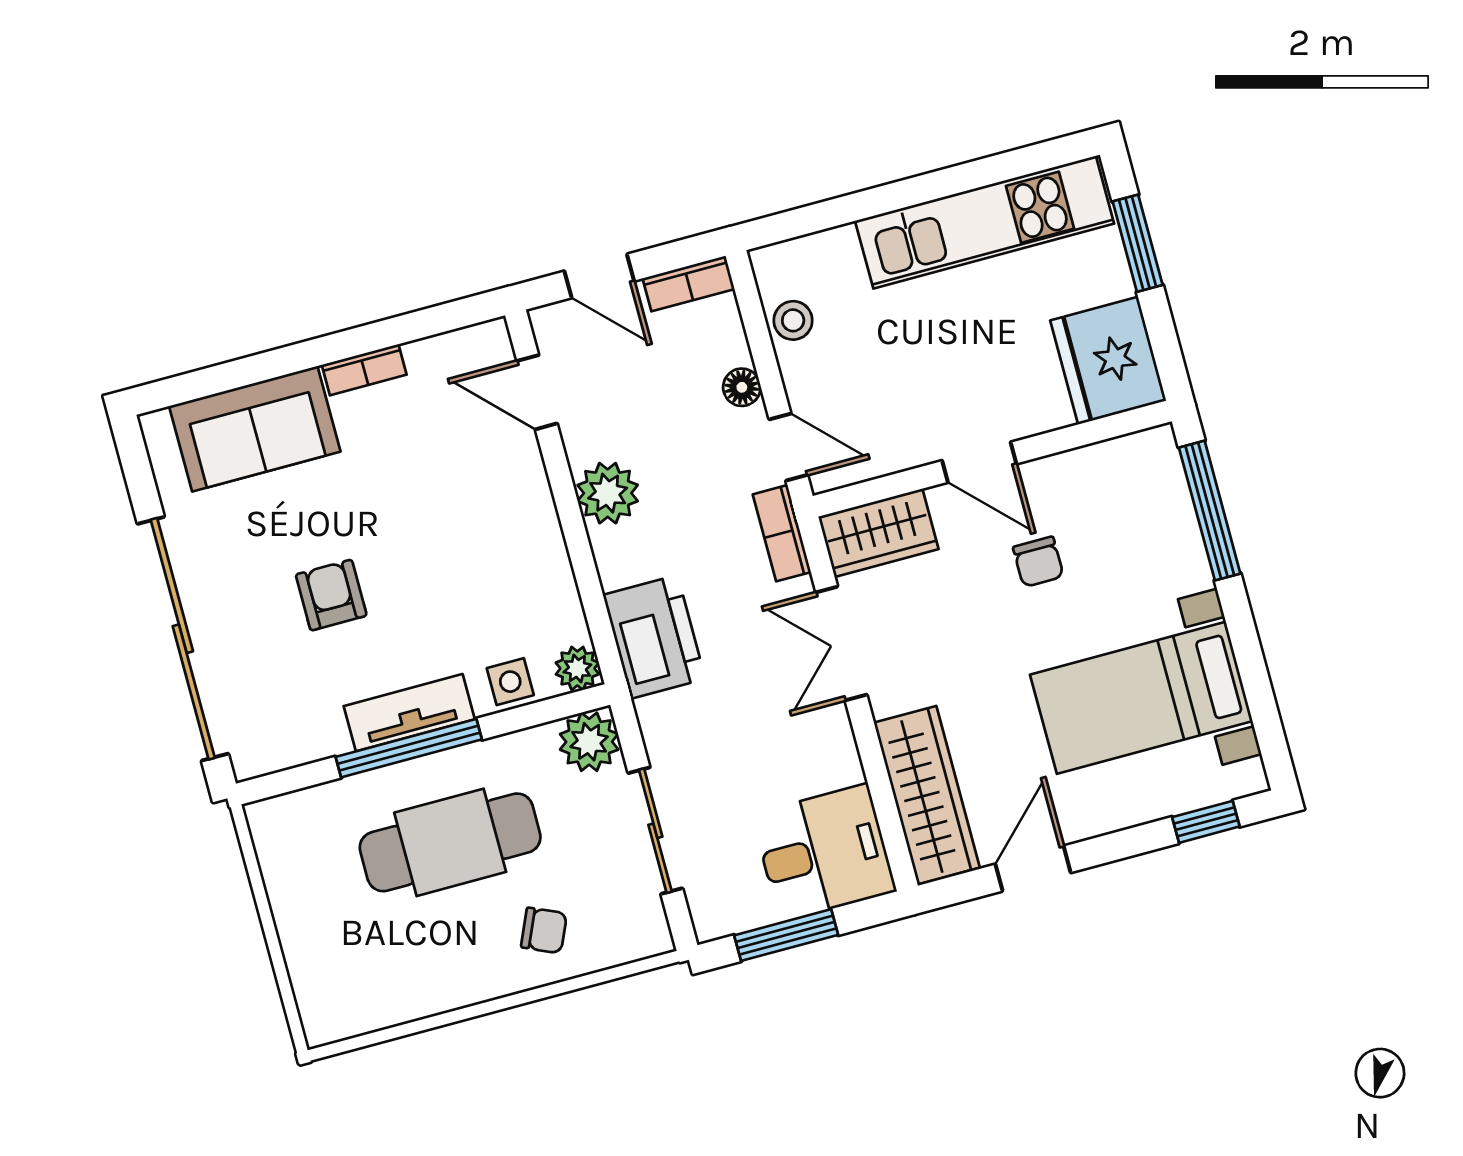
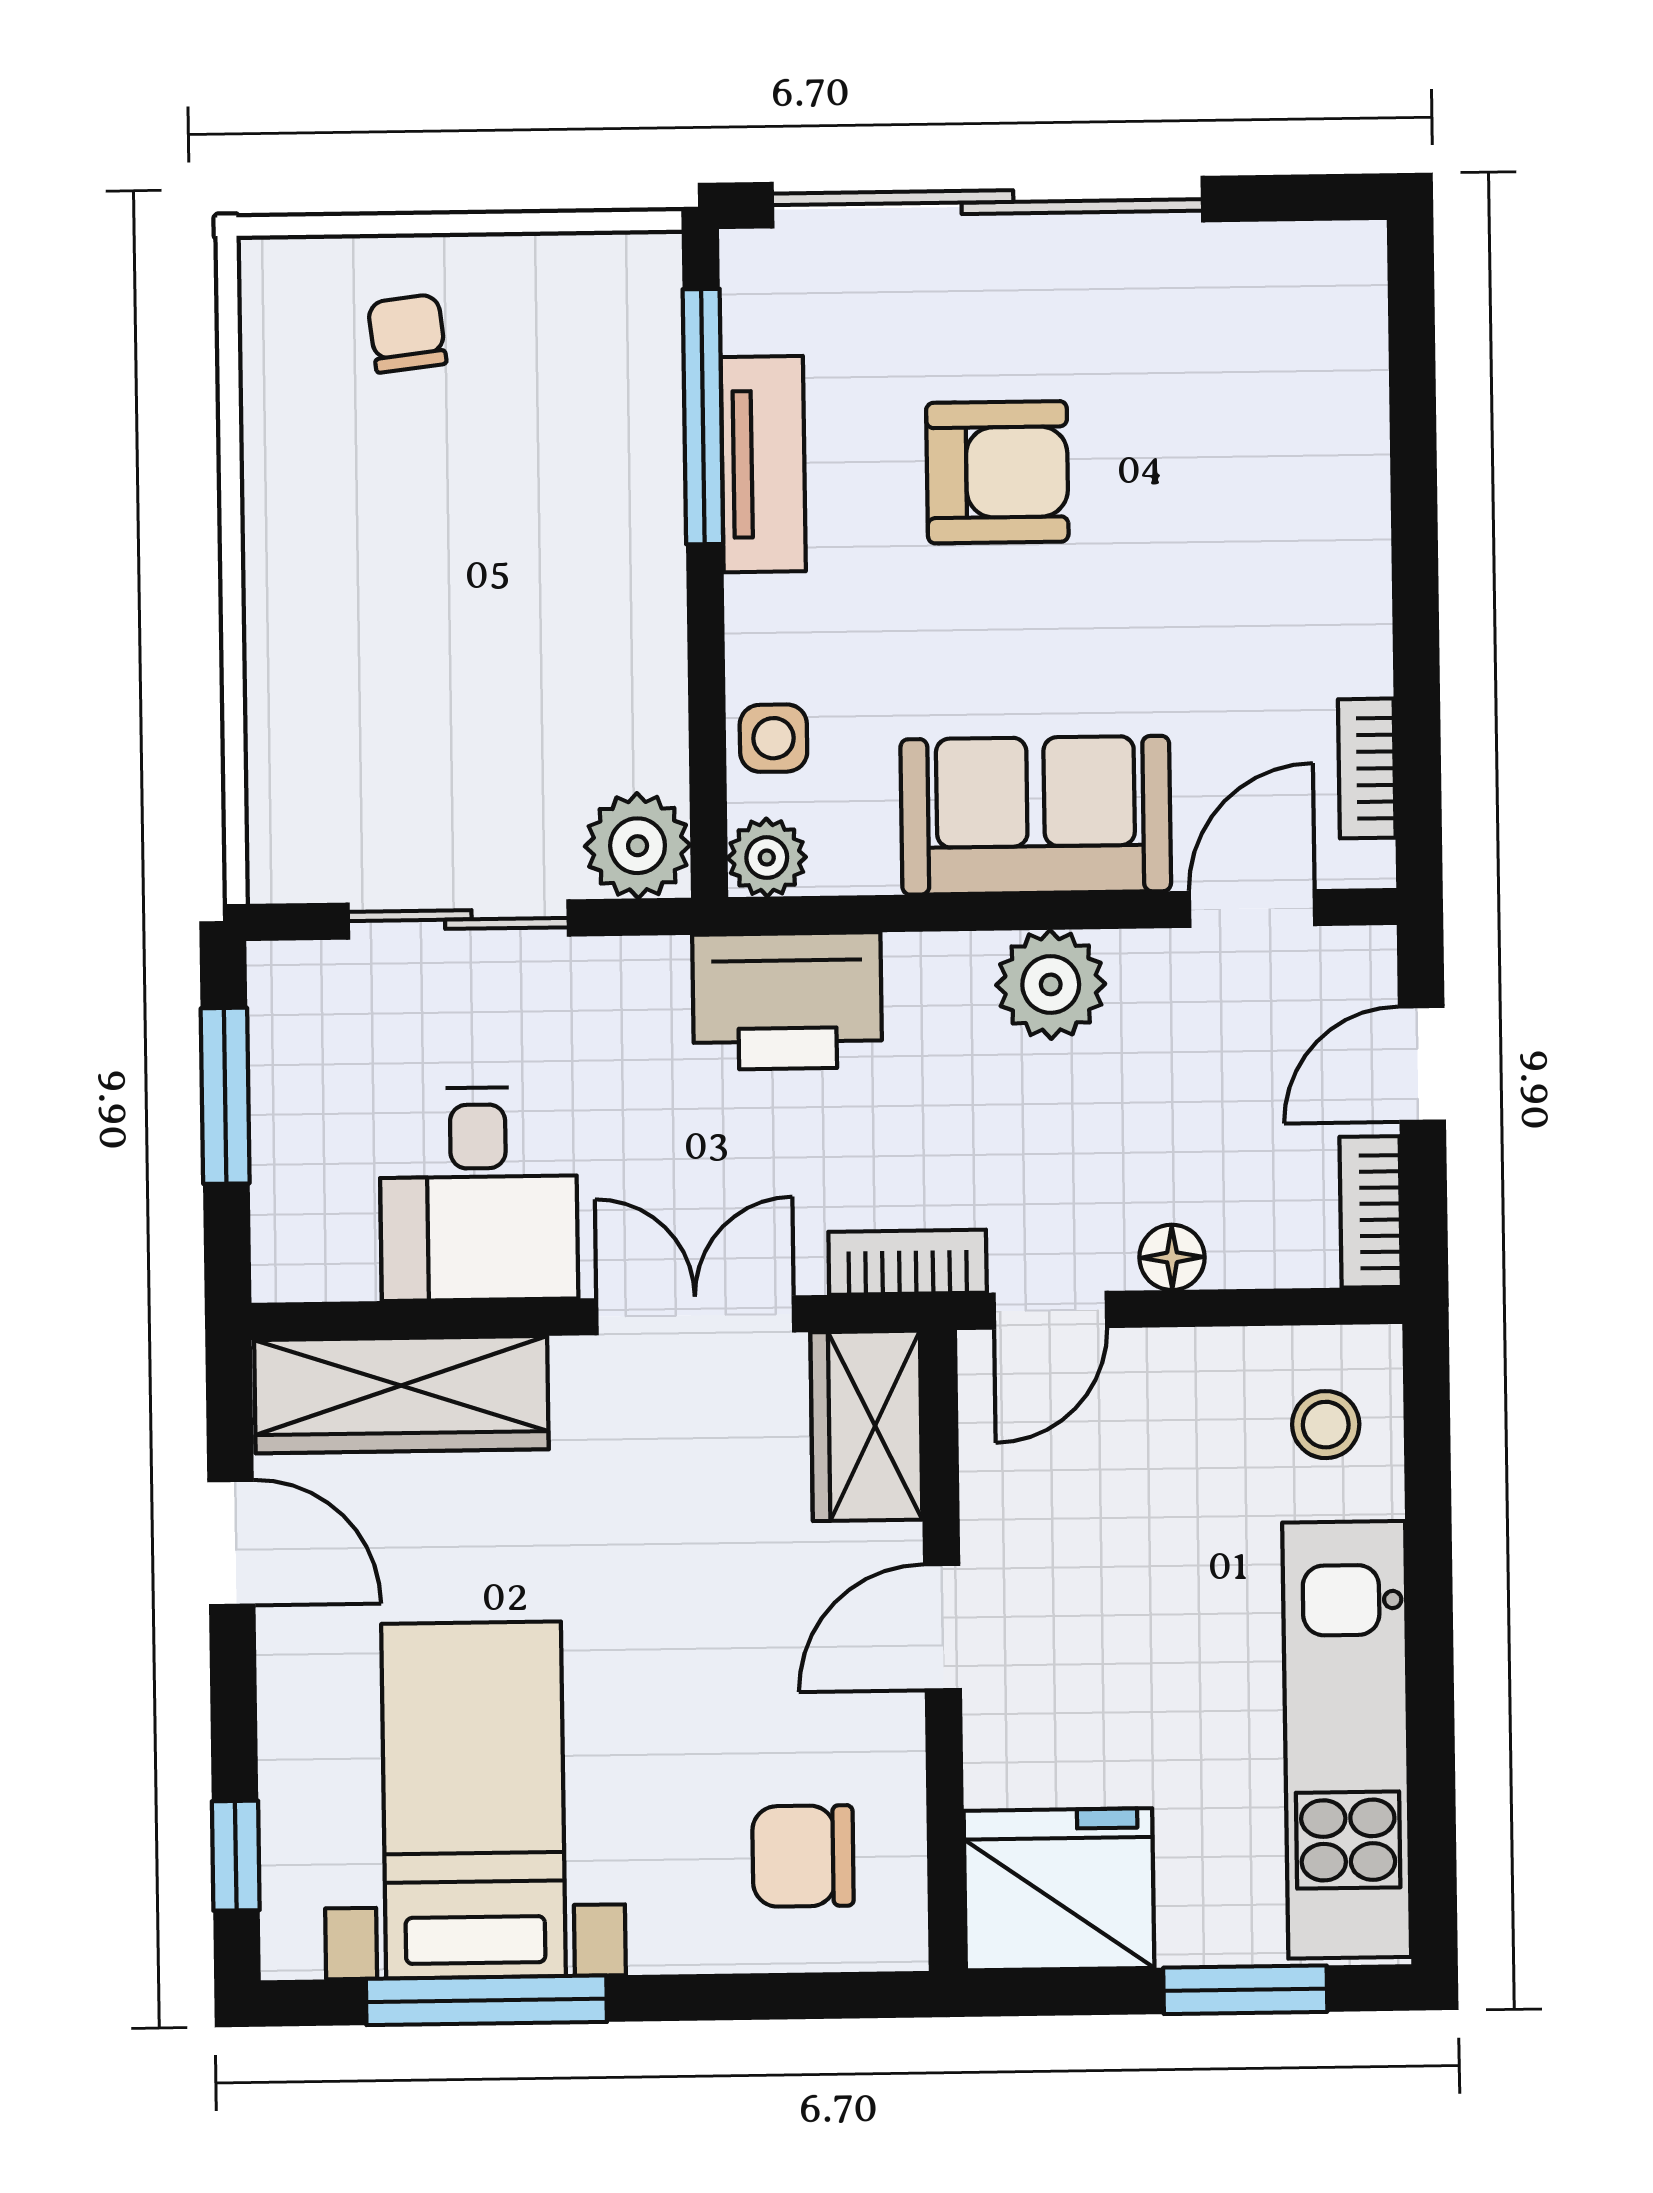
stool: (793, 320) -> (1326, 1425), moved
bookcase: (364, 370) -> (1367, 768), moved
sofa: (255, 429) -> (1036, 815), moved, turned 90
window: (1210, 511) -> (486, 2000), moved
chair: (1038, 562) -> (803, 1856), moved, width x1.37, depth x1.37
armchair: (331, 595) -> (997, 472), width x1.38, depth x1.38
tv unit: (409, 713) -> (763, 464), moved
window: (409, 748) -> (703, 417), moved
cafe table: (450, 842) -> (527, 567), removed
desk: (824, 853) -> (479, 1194), moved
chair: (544, 930) -> (407, 333), moved, turned 149

